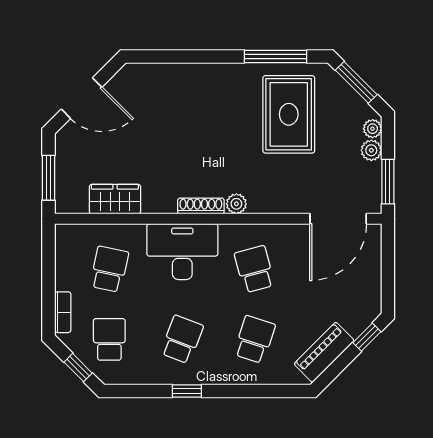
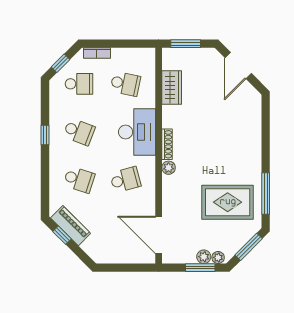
window: (388, 182) -> (200, 268), moved
window: (367, 337) -> (62, 235), moved

